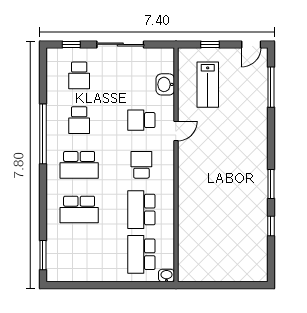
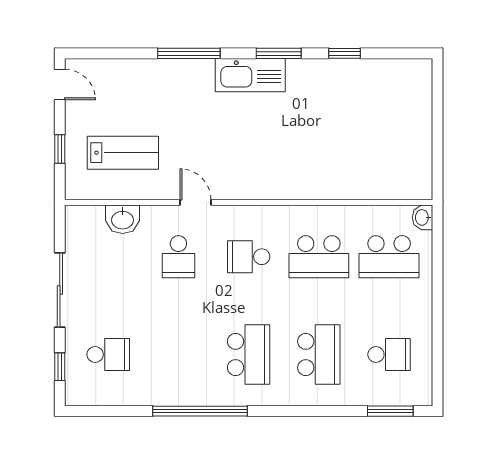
window: (271, 87) -> (189, 53), moved
school desk: (79, 120) -> (389, 355), moved
kitchen sink: (257, 166) -> (250, 75), added

